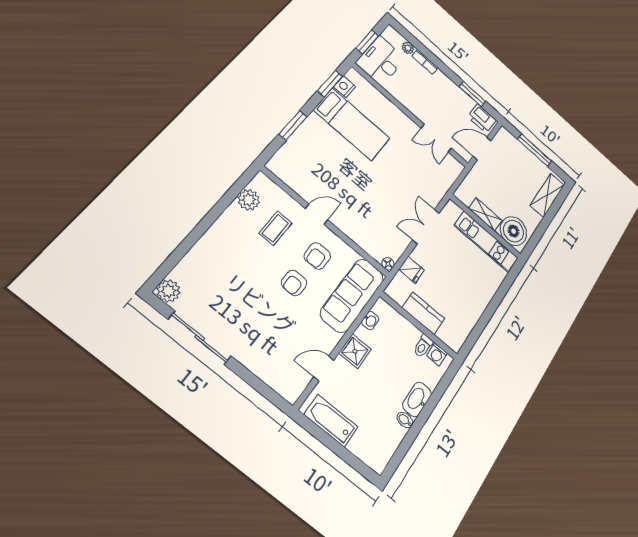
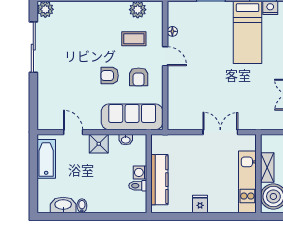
armchair: (317, 256) -> (139, 77), turned -90
floor lamp: (388, 264) -> (172, 31), moved
fridge: (411, 270) -> (200, 204), moved, turned 180
kitchen counter: (423, 313) -> (159, 180), width x1.50
washing machine: (437, 354) -> (140, 172), moved
washbasin: (417, 399) -> (63, 205), moved

